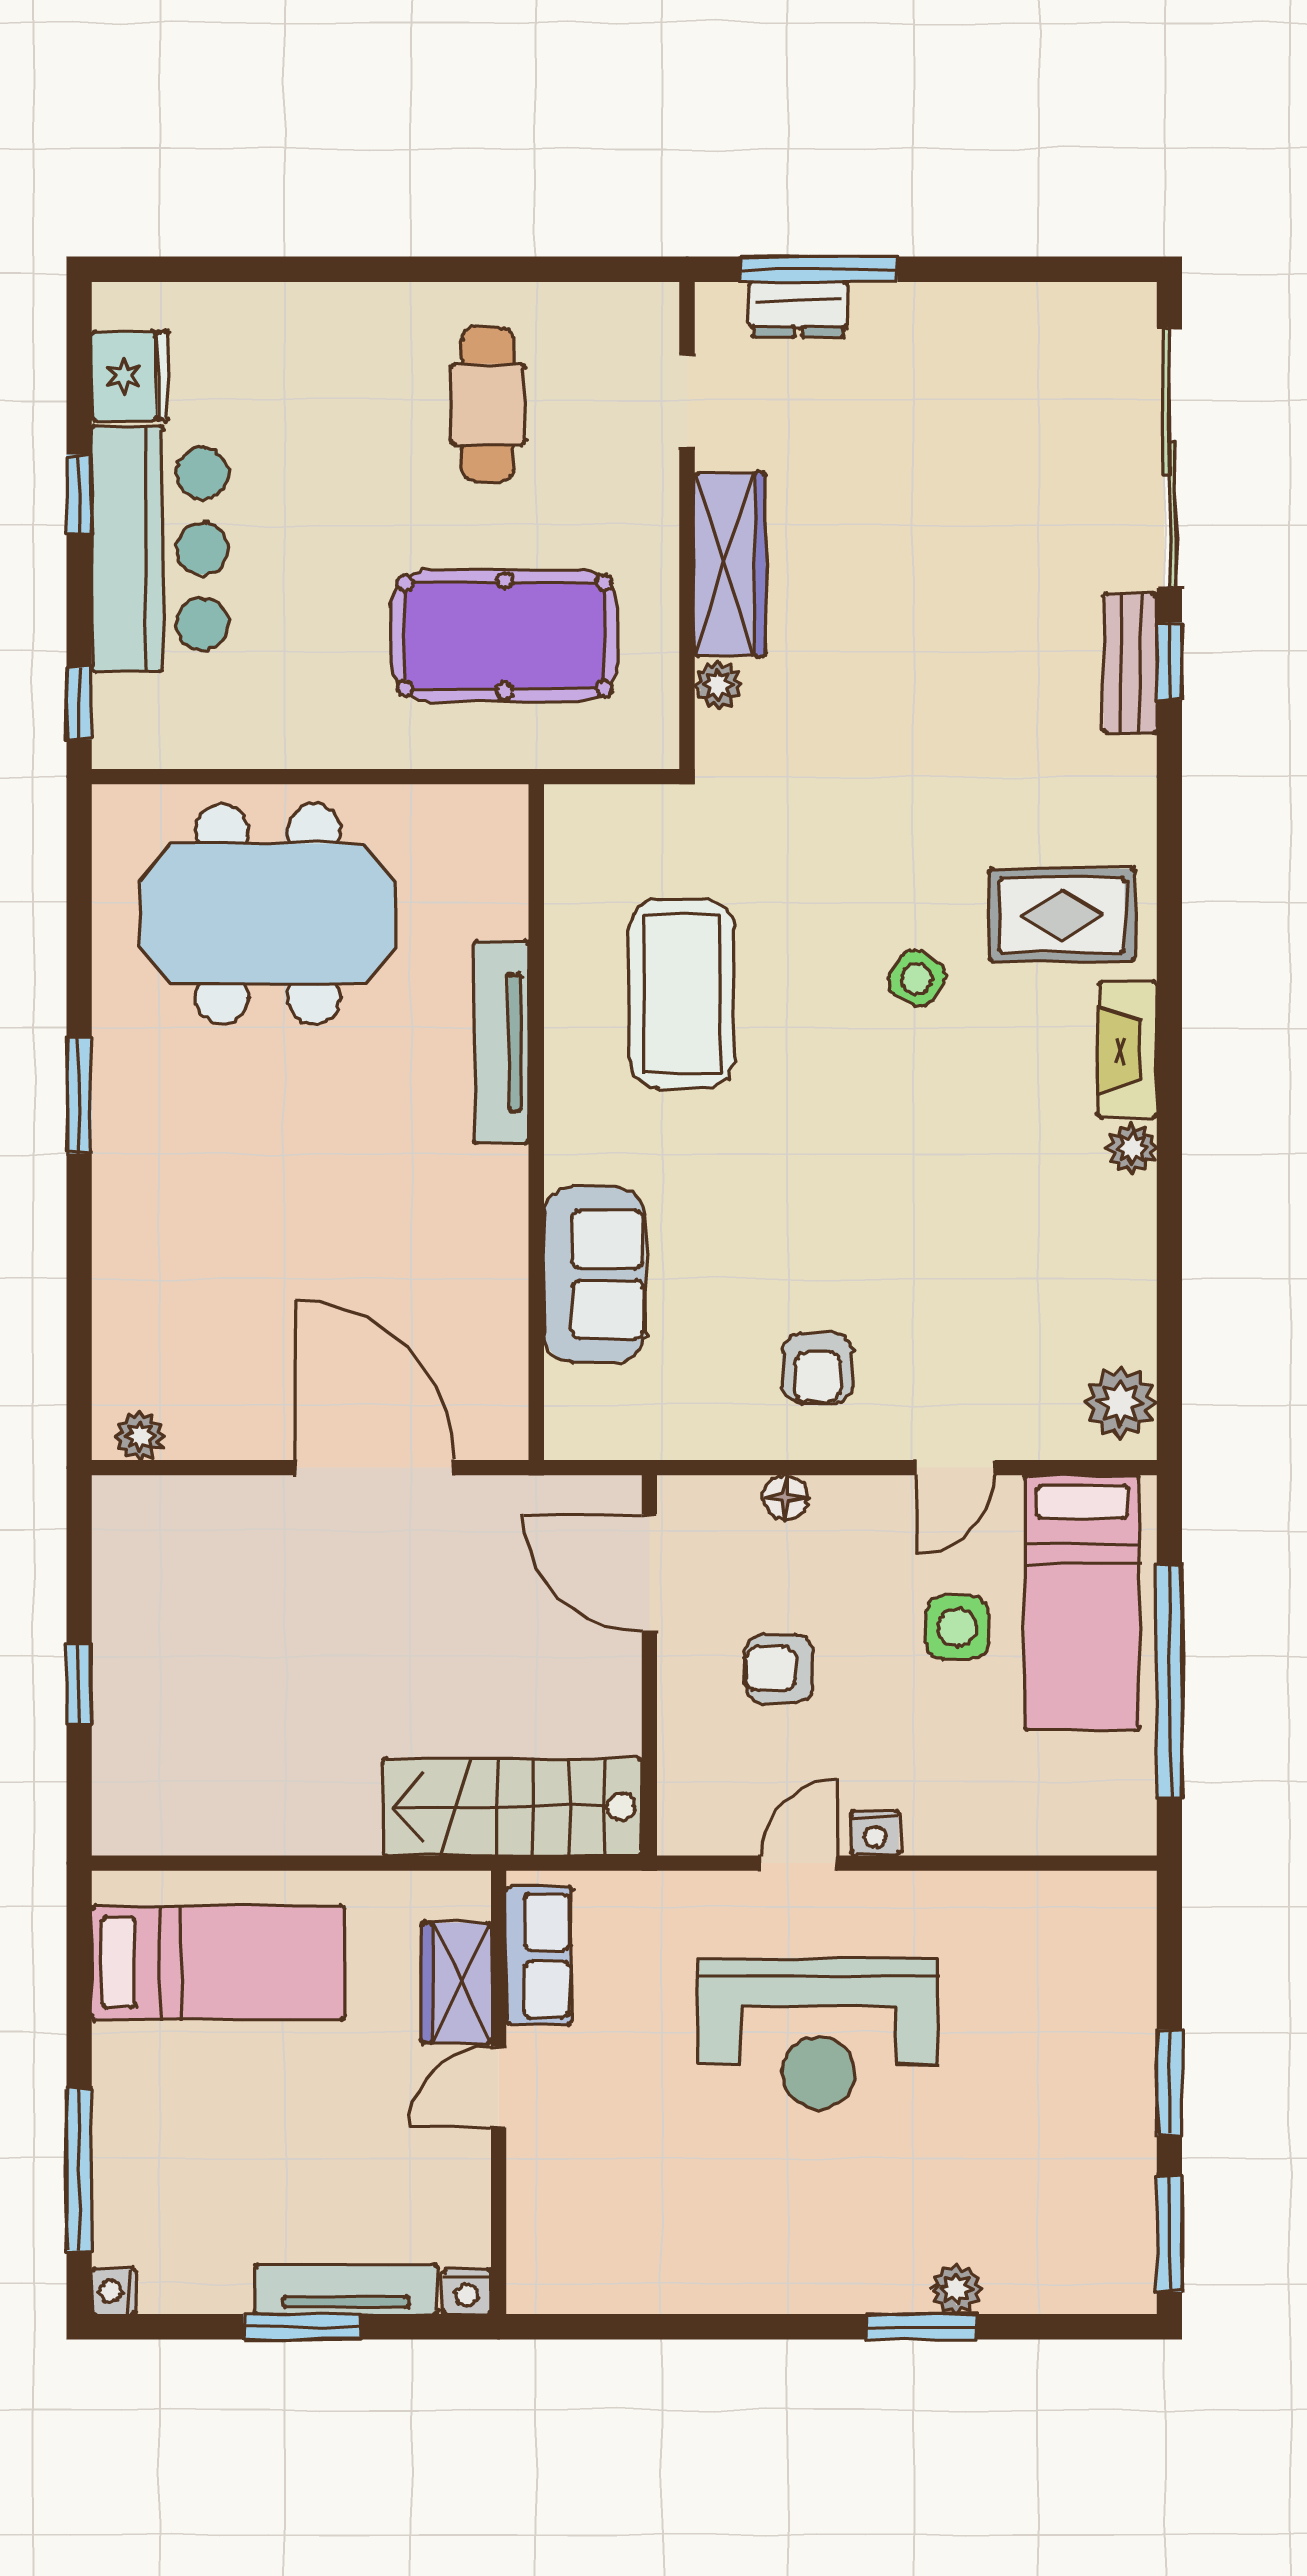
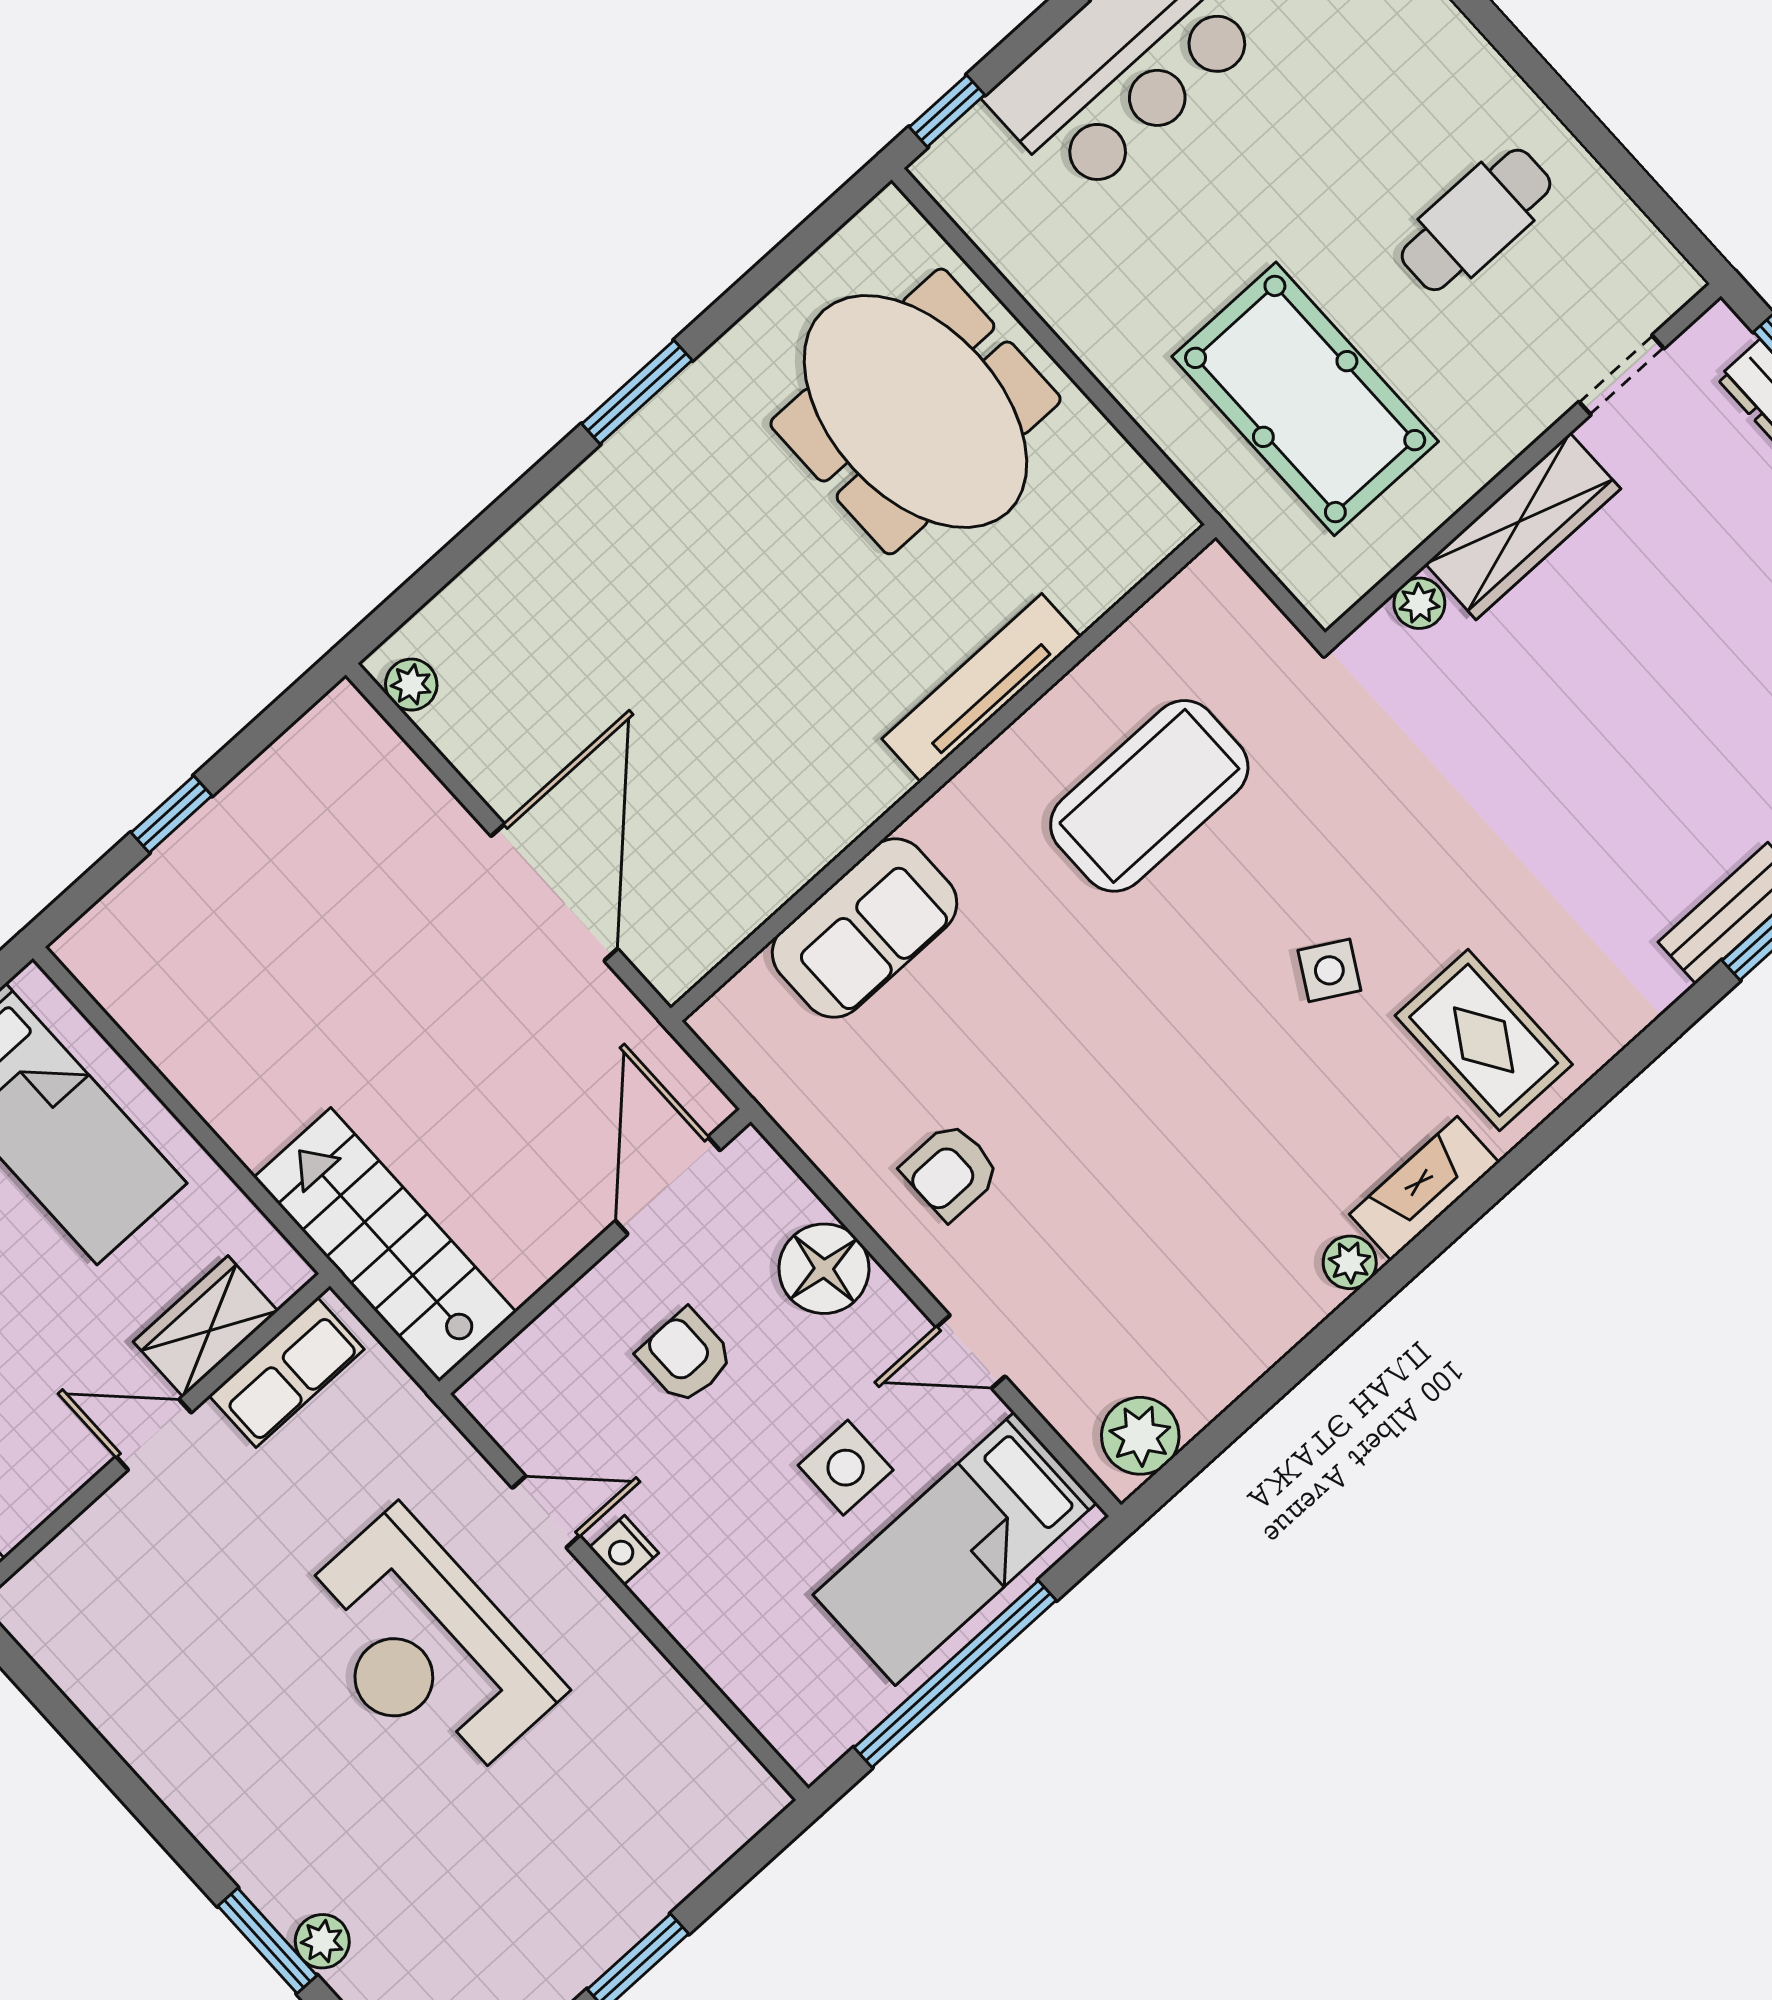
floor lamp: (786, 1497) -> (824, 1269), width x1.89, depth x1.89

